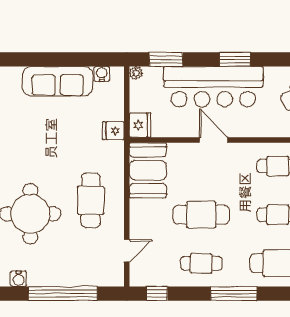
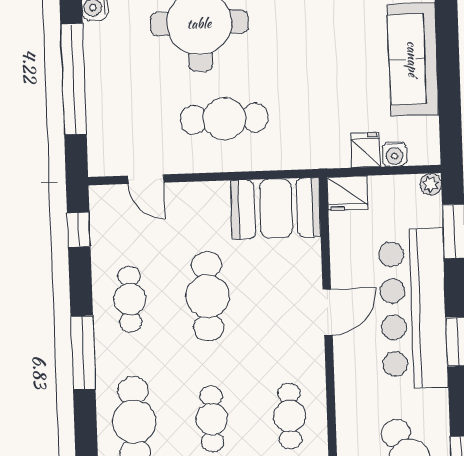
water cooler: (102, 74) -> (394, 154), moved, turned 90
fridge: (113, 131) -> (365, 150), moved

